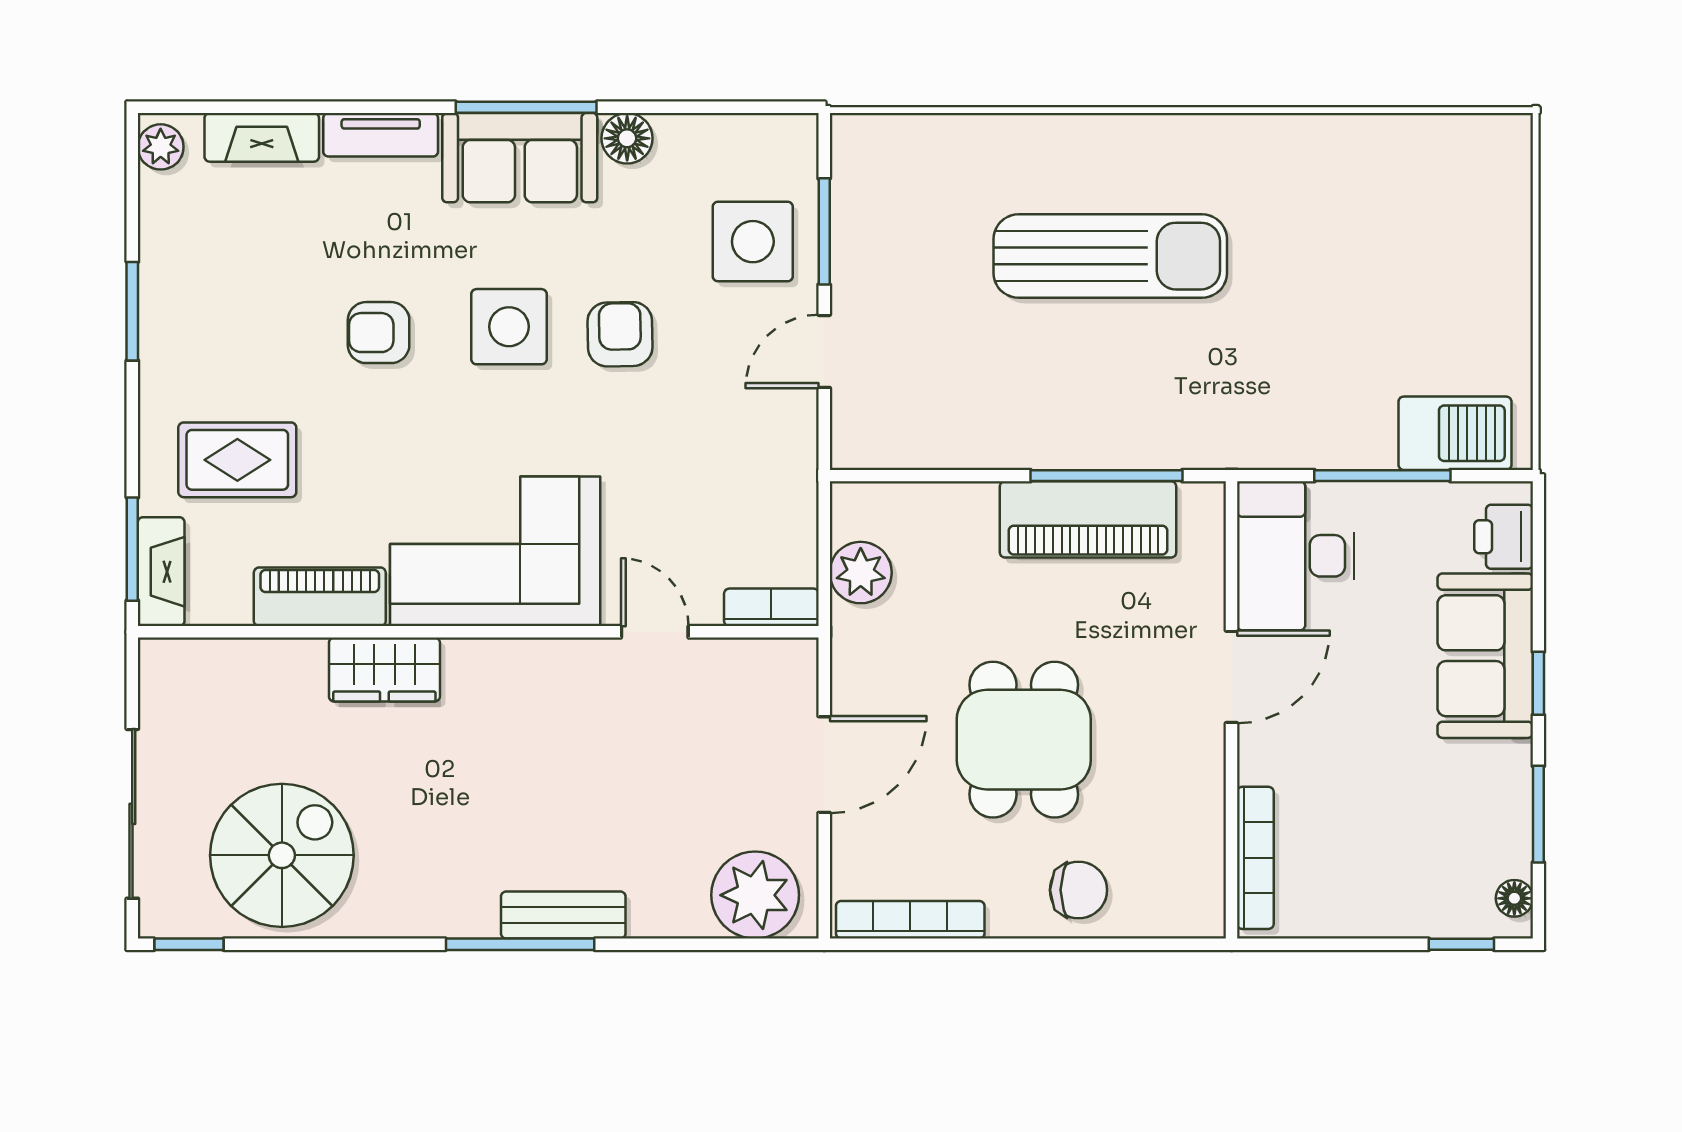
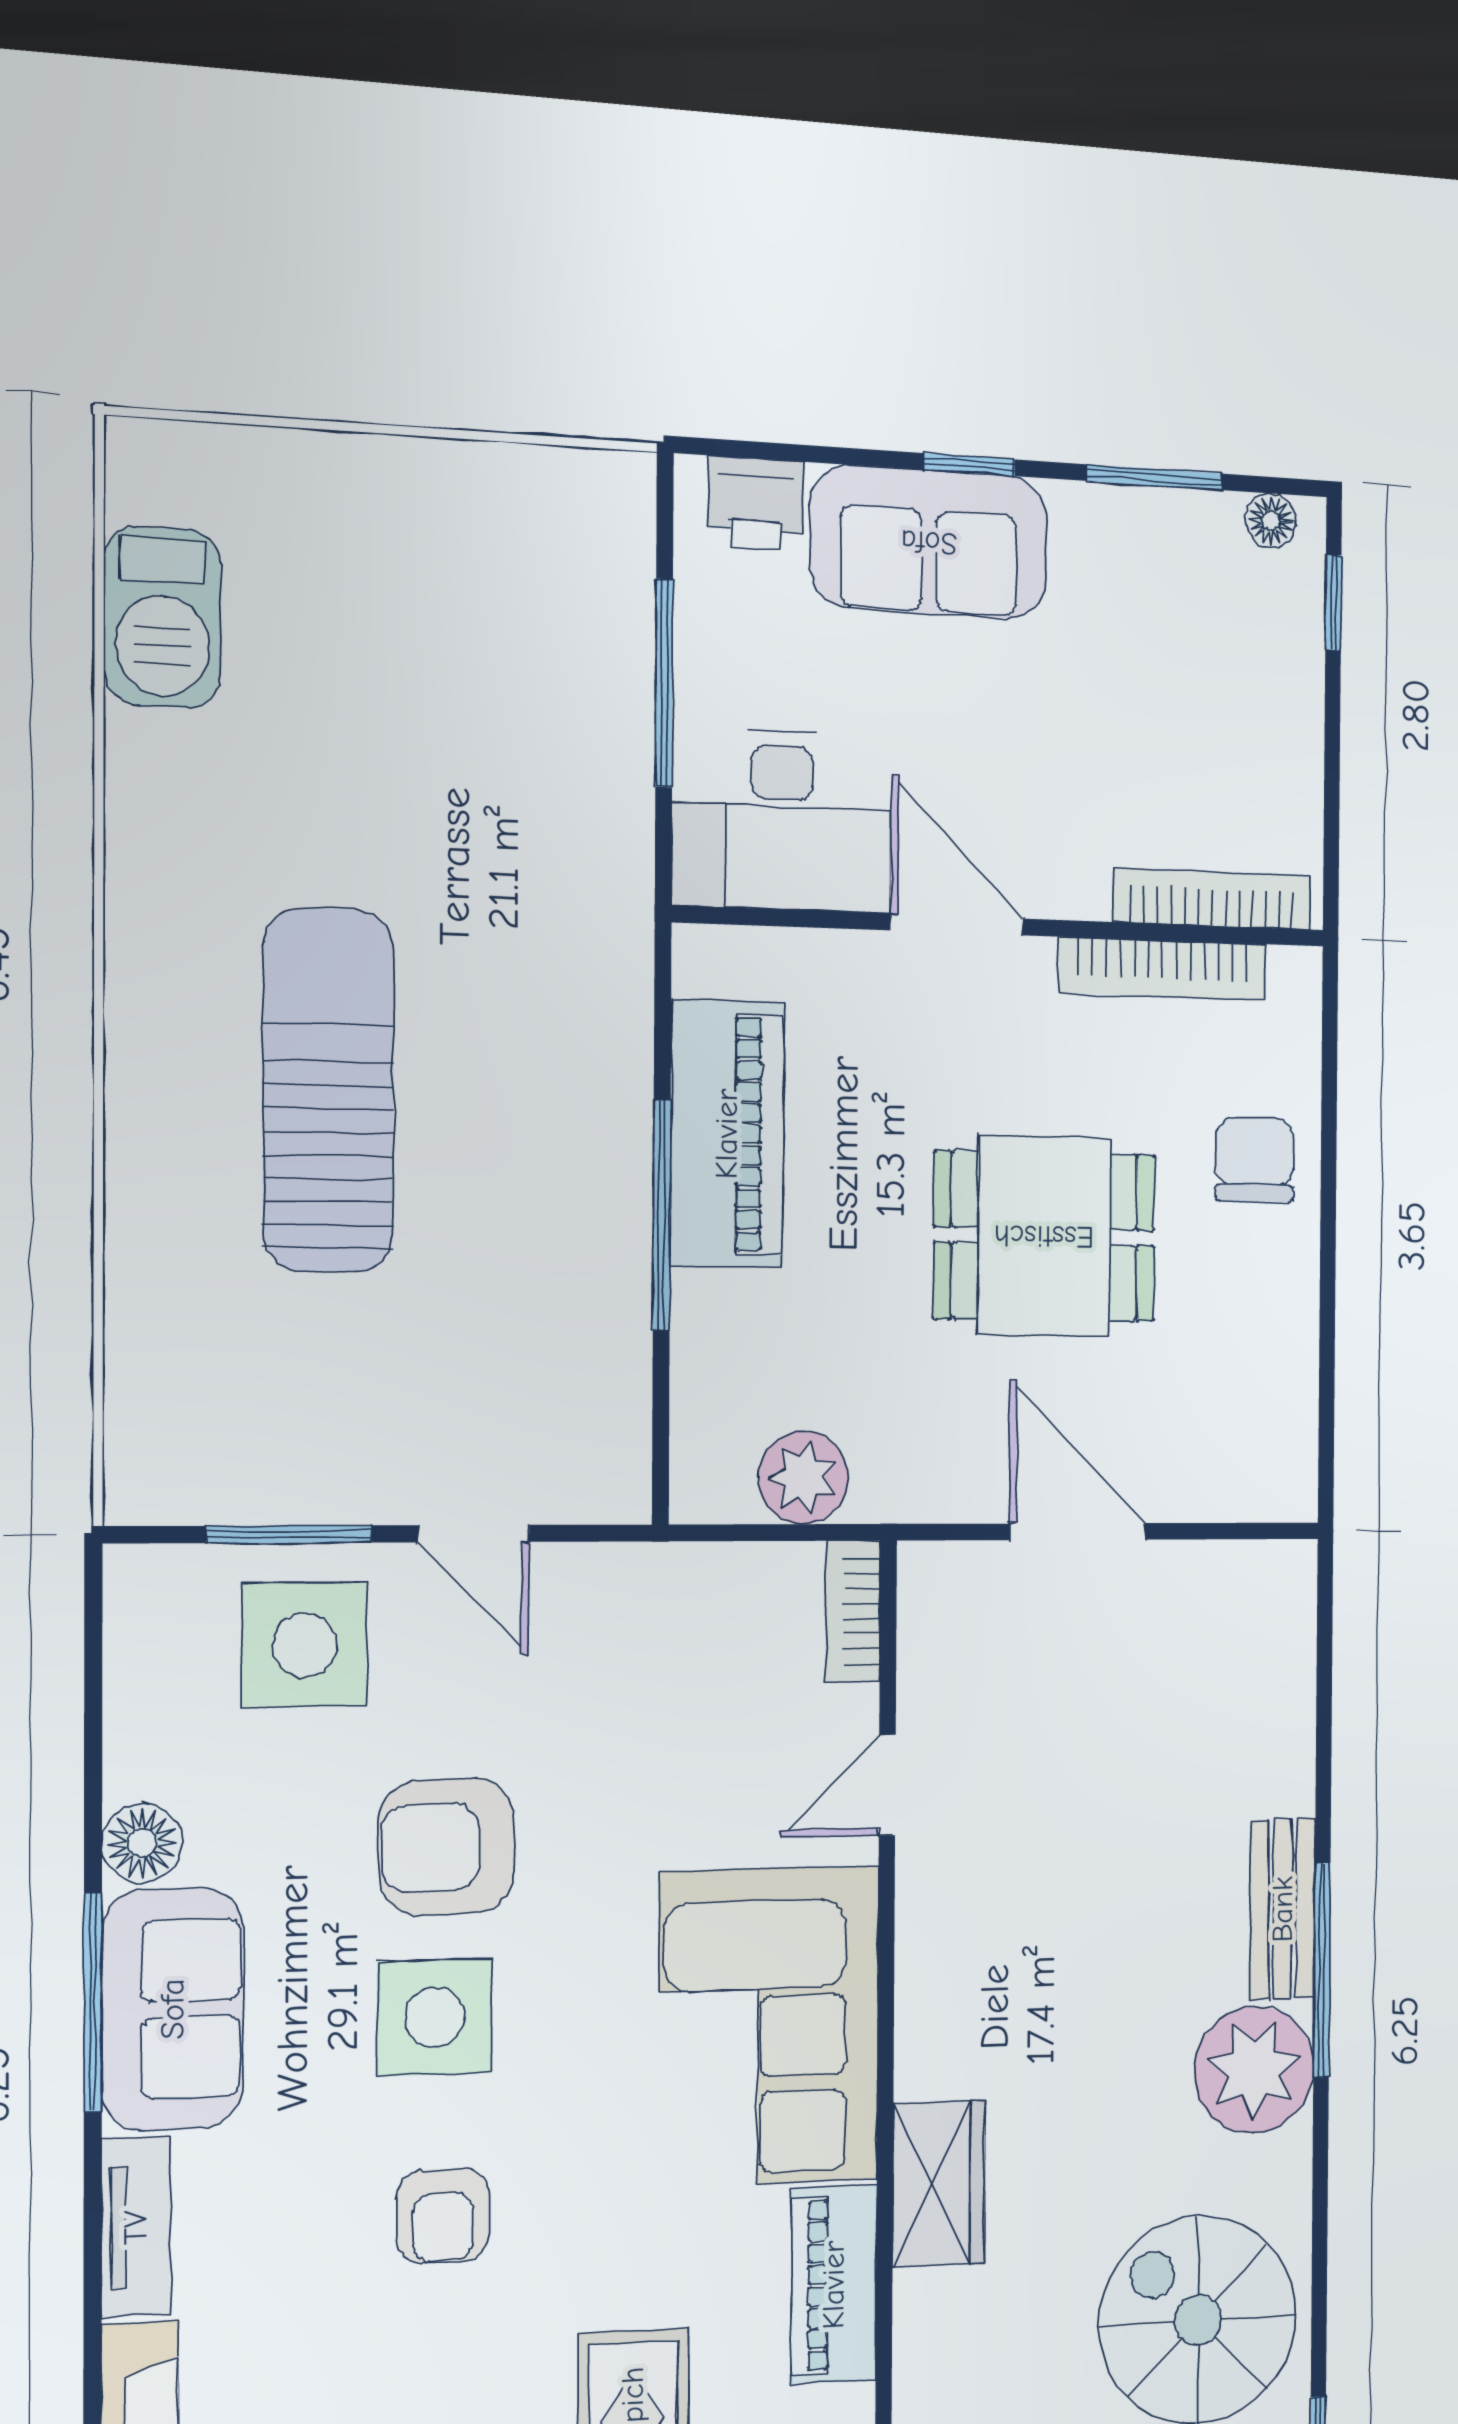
armchair: (620, 334) -> (446, 1847), width x1.38, depth x1.38
barbecue: (1455, 433) -> (162, 617), moved, turned 180
window: (1106, 476) -> (662, 1215), moved
plant: (755, 895) -> (1254, 2070), moved
bookcase: (910, 920) -> (1163, 968), moved, turned -90

